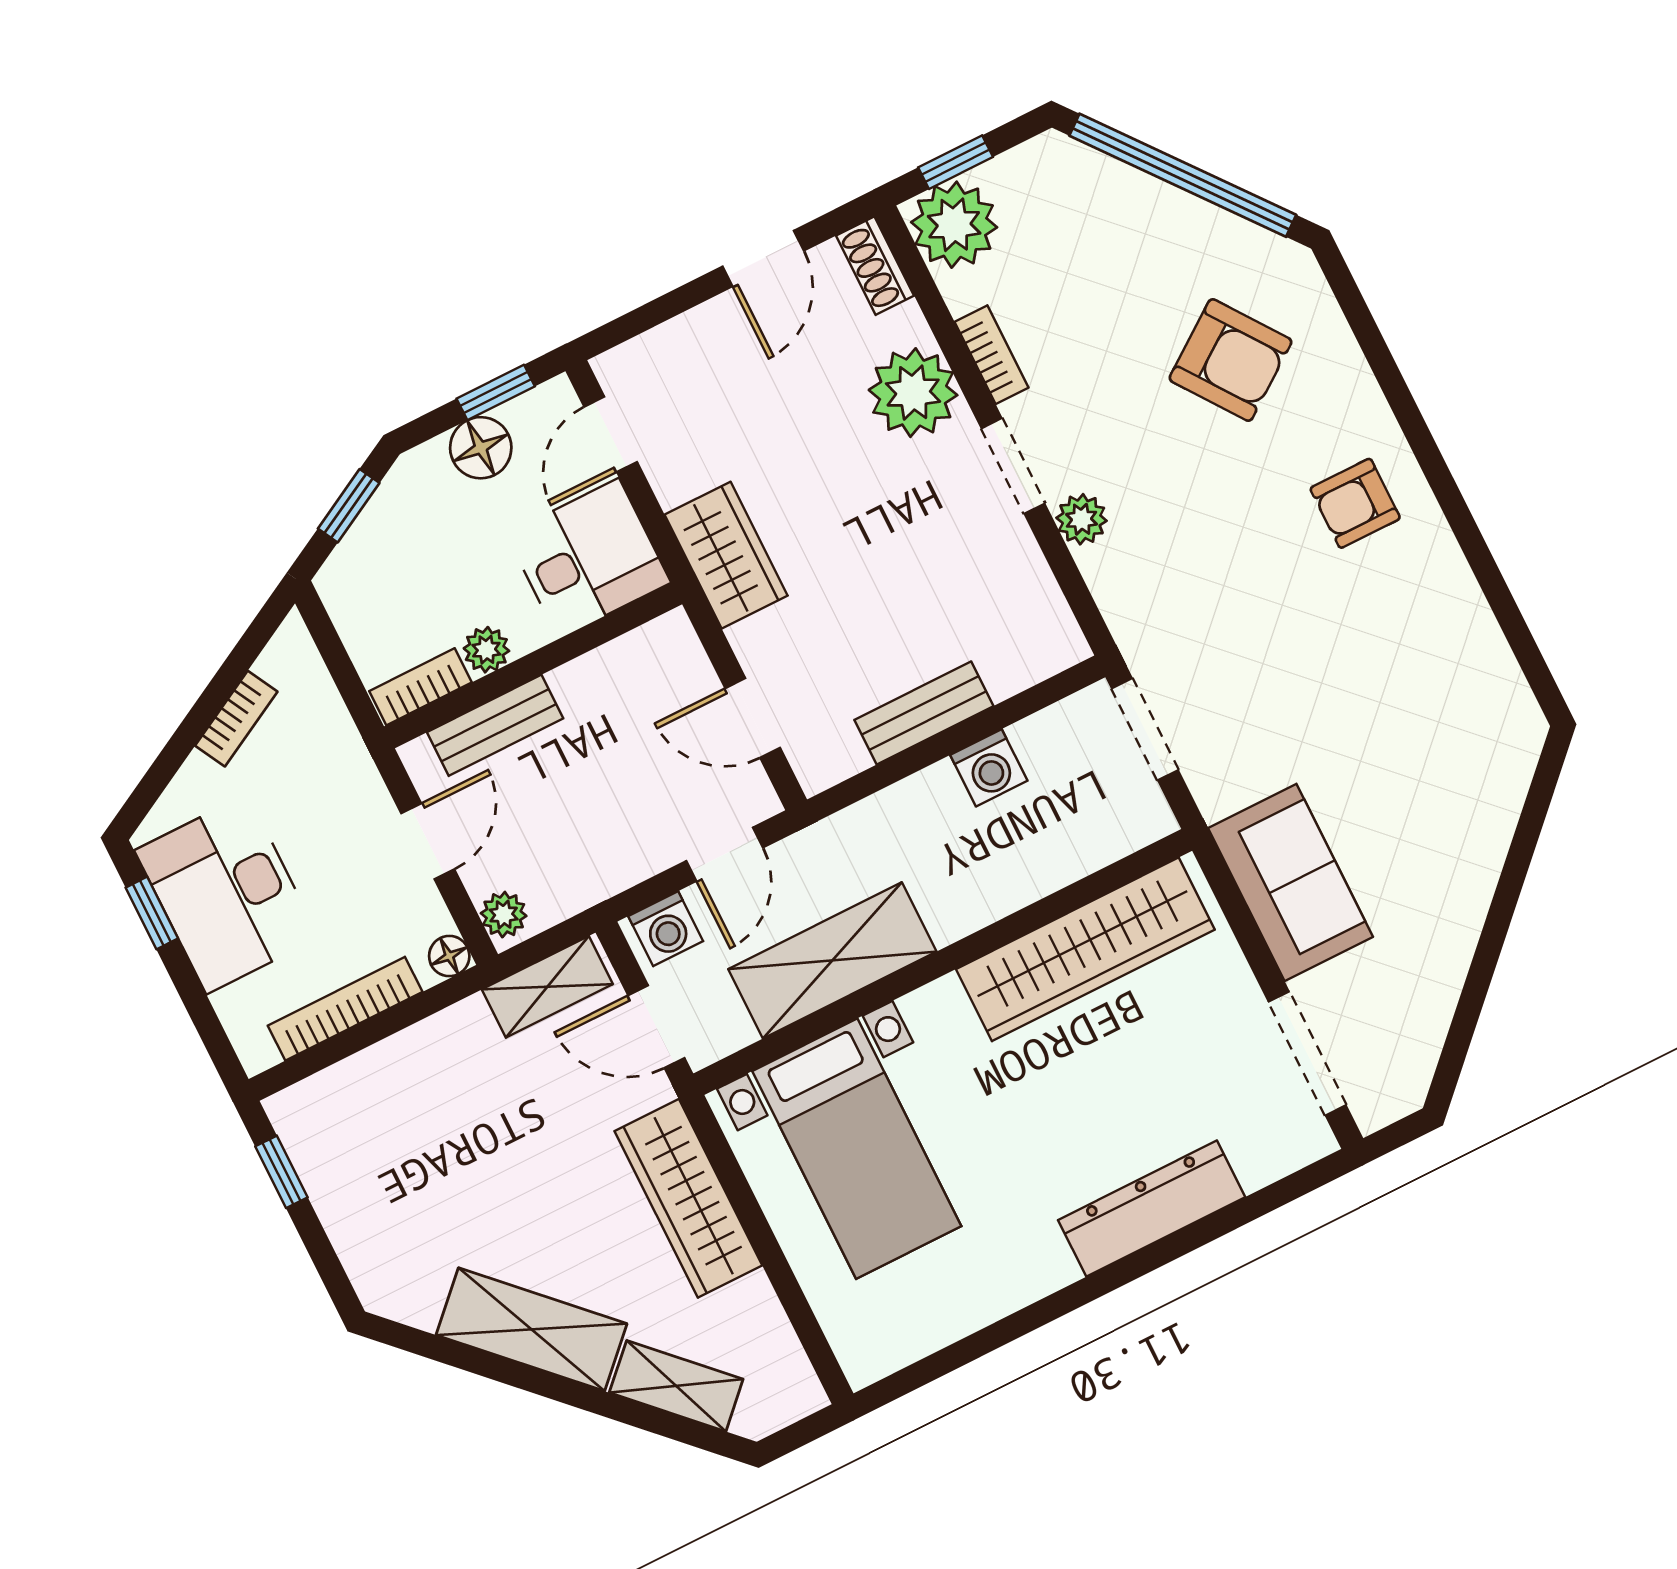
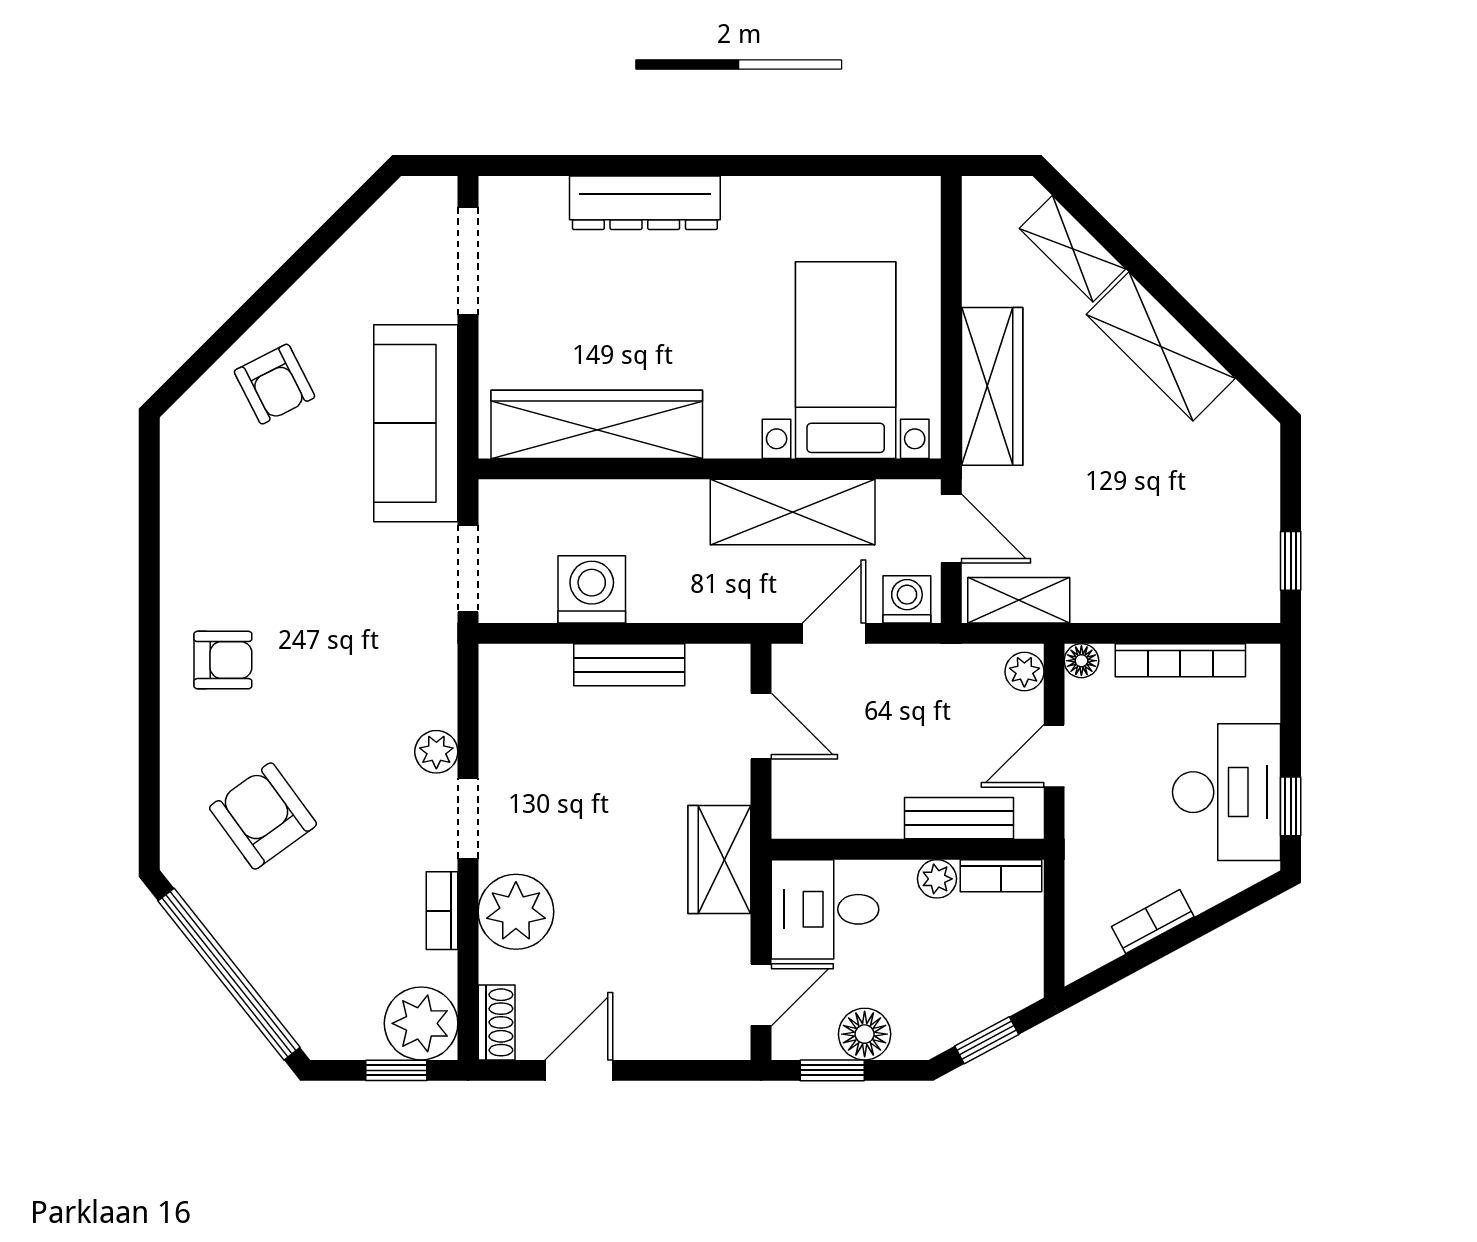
washing machine: (989, 768) -> (592, 589), width x1.38, depth x1.38
armchair: (1446, 822) -> (274, 384), added
sofa: (1291, 882) -> (416, 423), width x1.36

